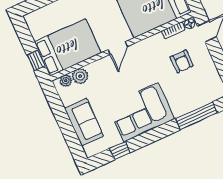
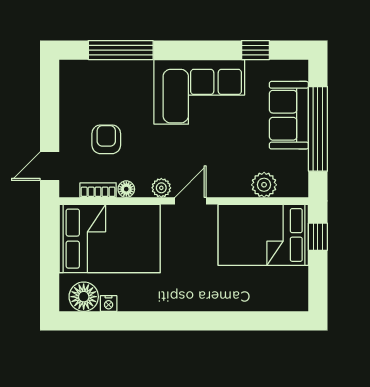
floor lamp: (190, 24) -> (126, 189), moved
plant: (66, 81) -> (161, 188), moved
window: (64, 122) -> (318, 129), added

